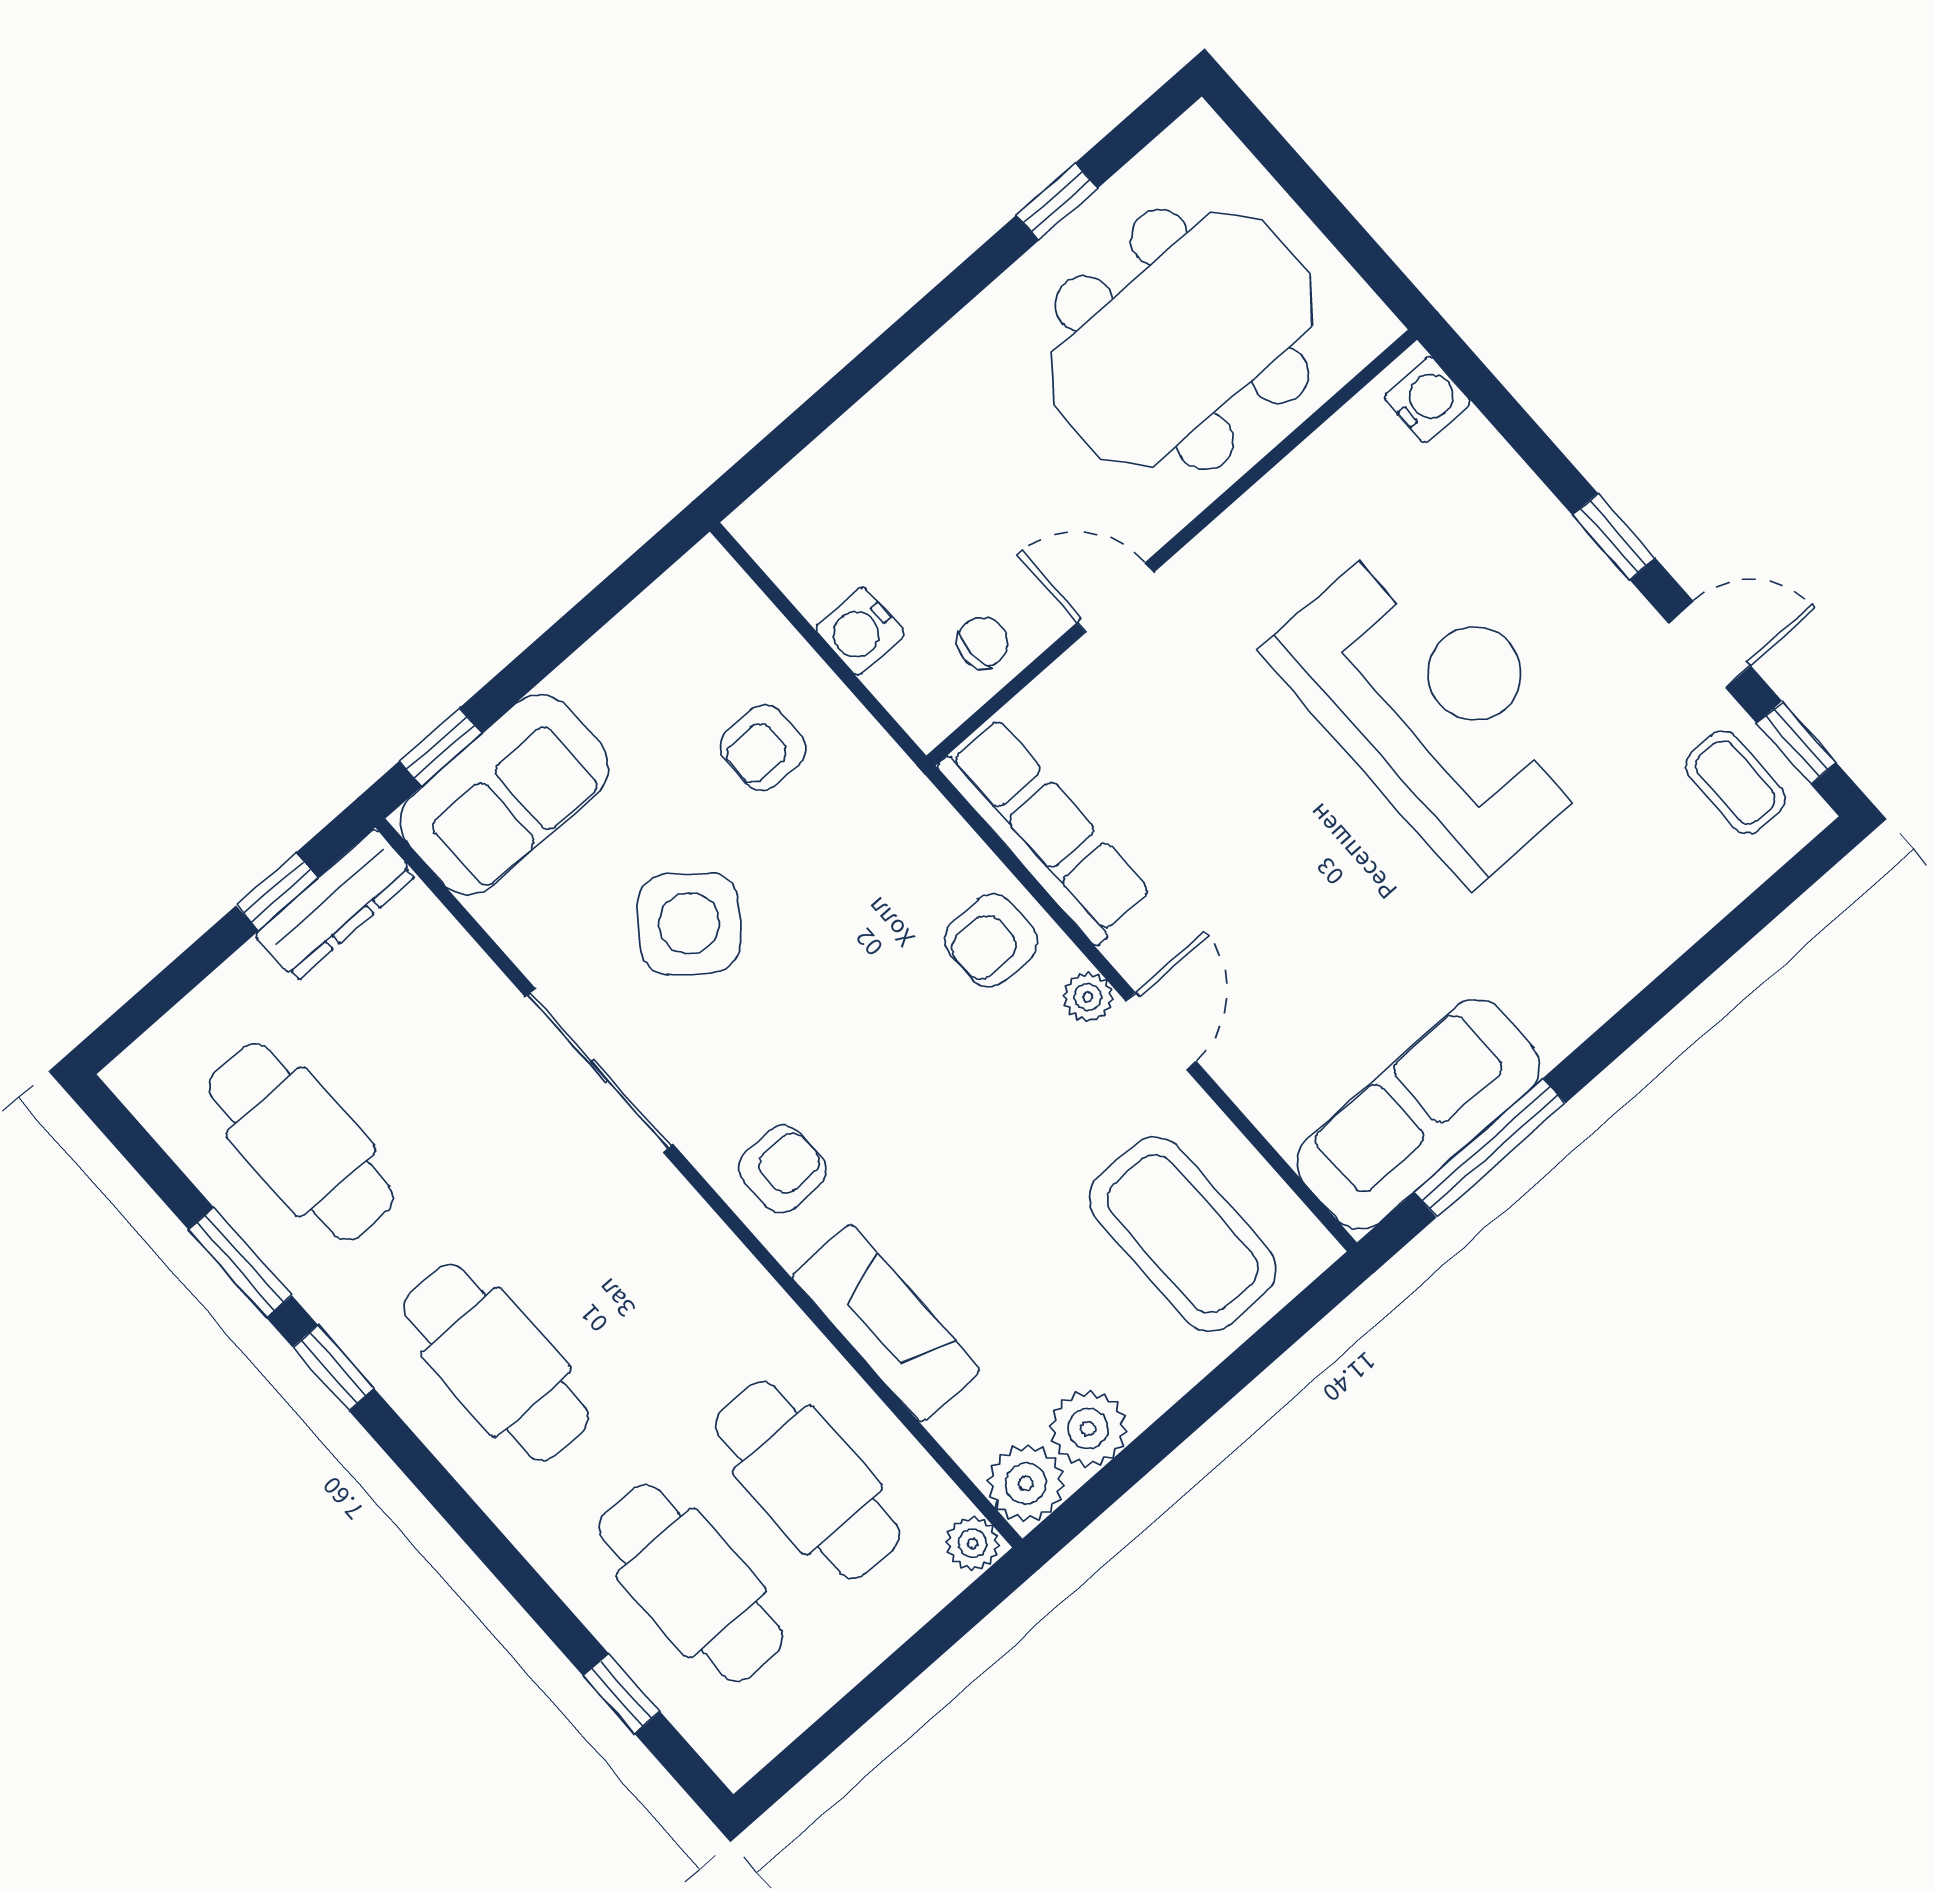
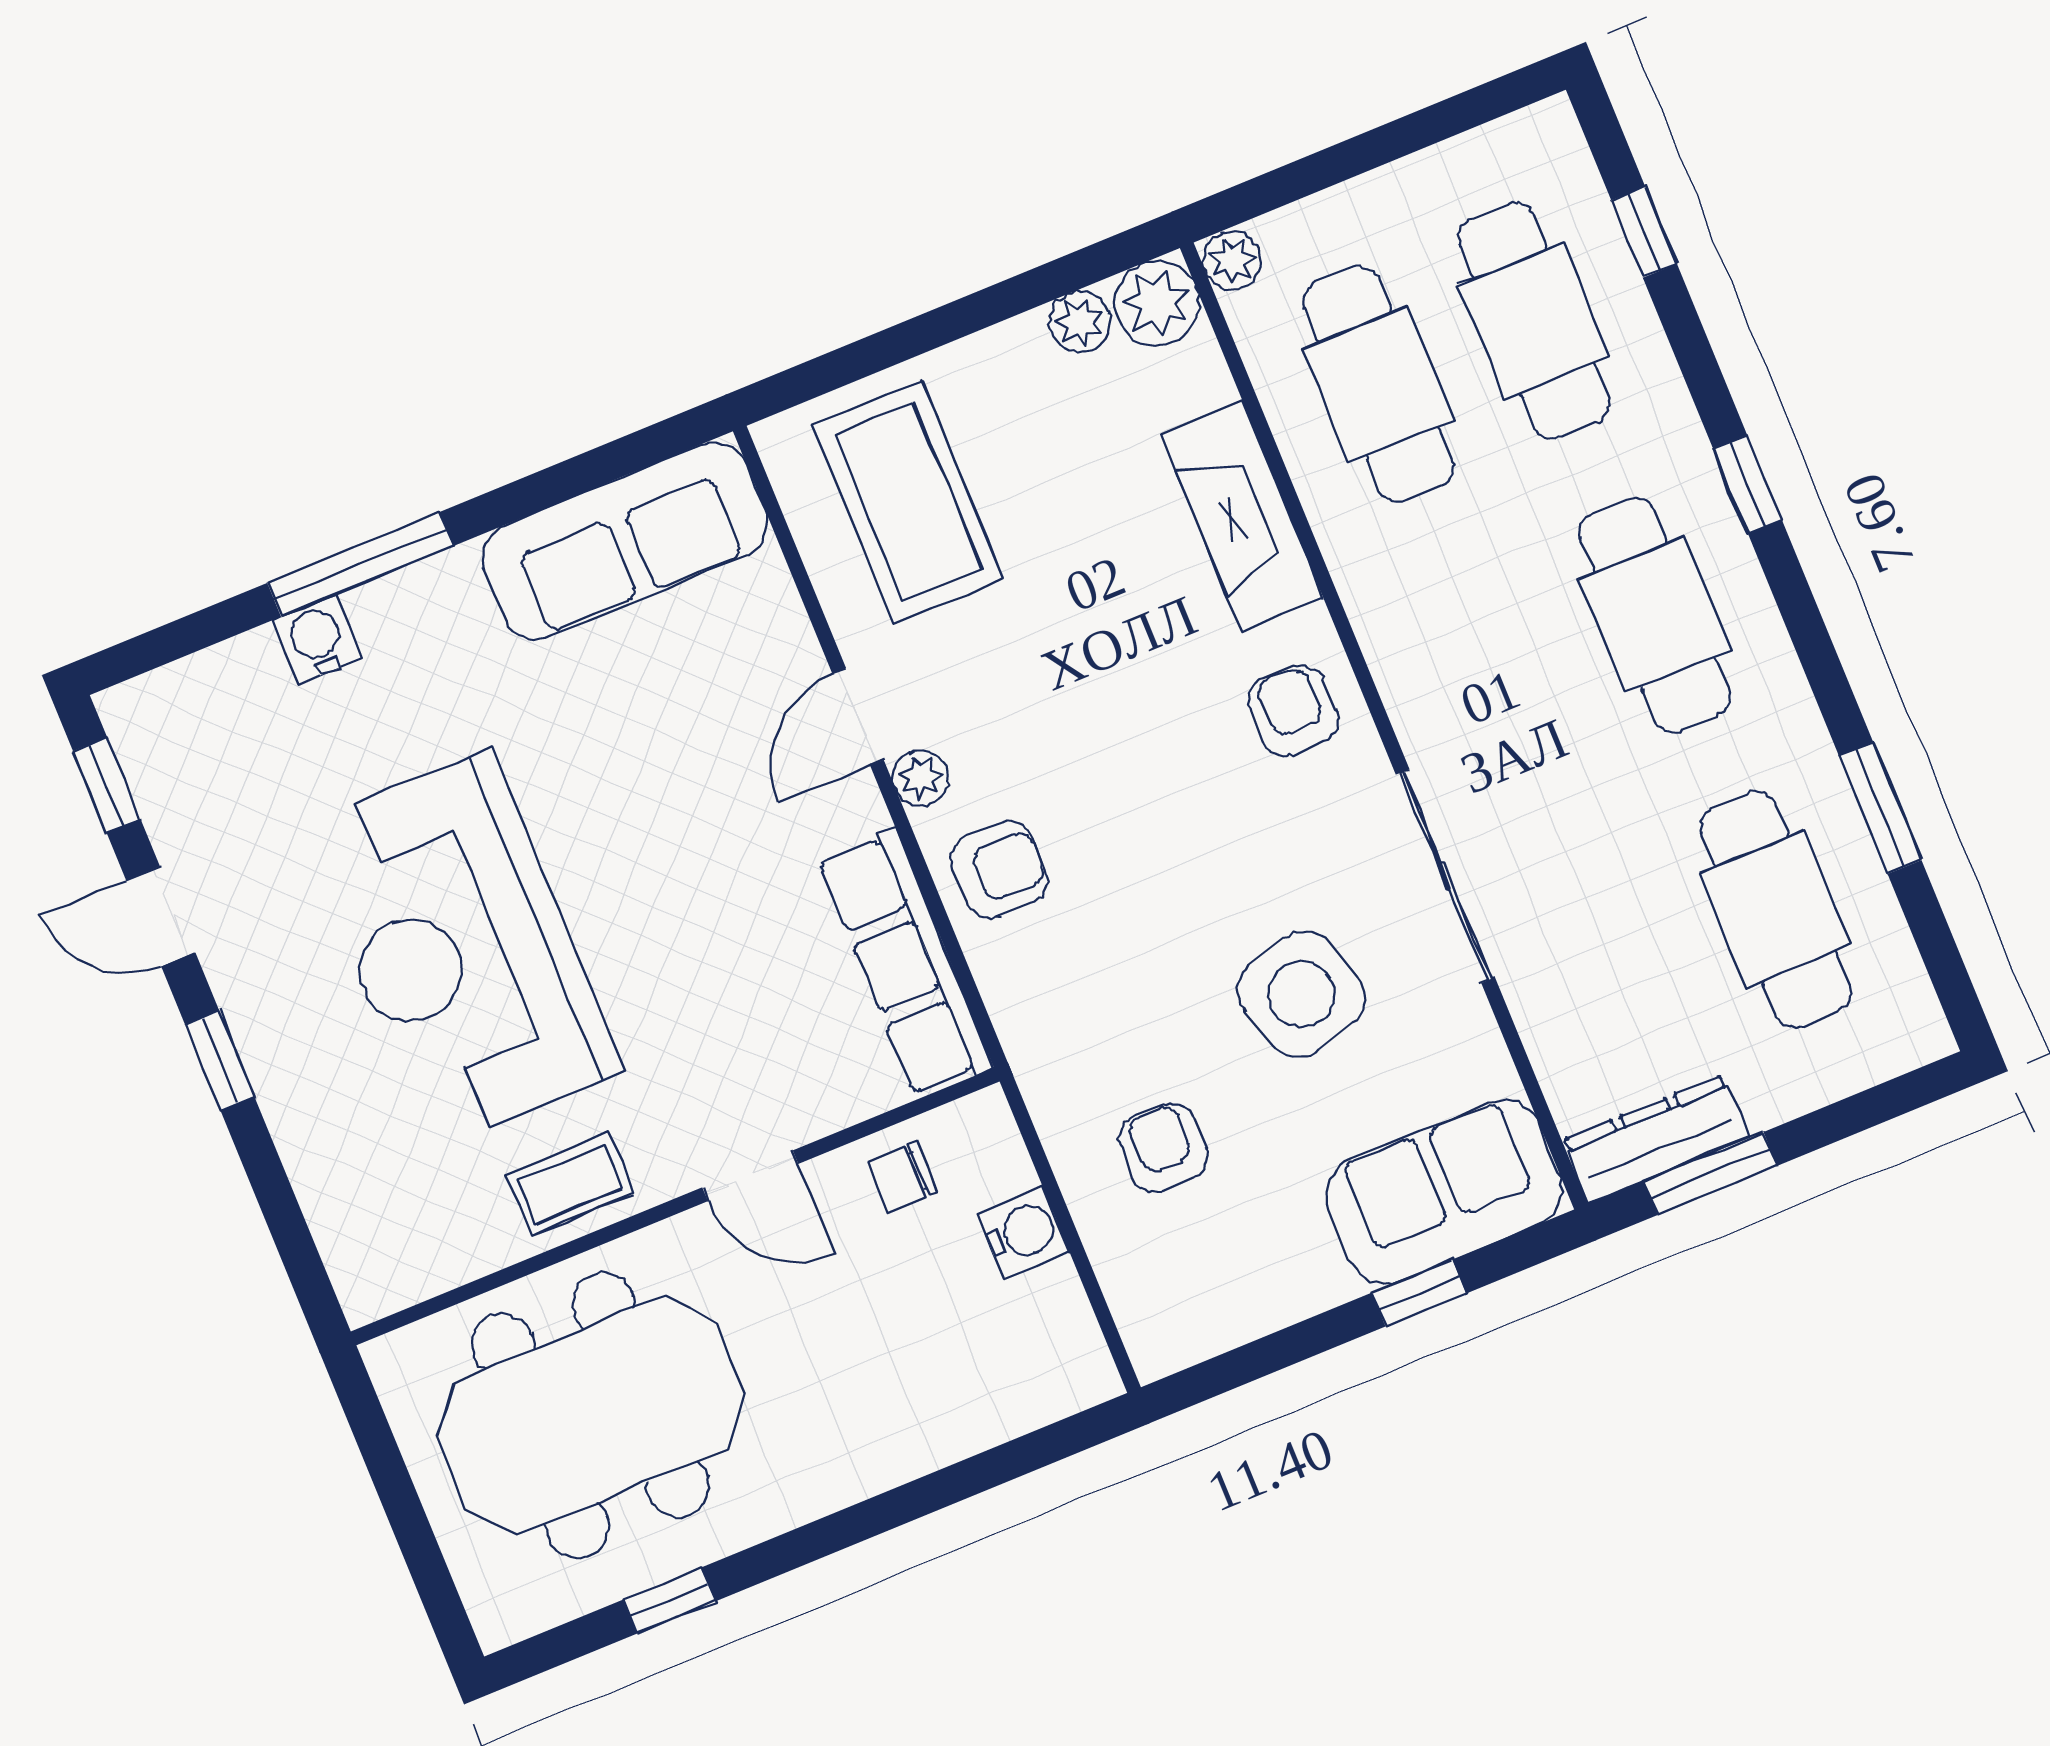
water cooler: (1427, 399) -> (317, 639), moved, turned 90
window: (441, 747) -> (1419, 1293), moved
armchair: (763, 747) -> (1163, 1148), turned -90
coffee table: (1735, 782) -> (570, 1184), moved, turned 90
window: (277, 892) -> (1711, 1173), width x1.50
side table: (689, 924) -> (1302, 994), turned 34
window: (1490, 1148) -> (360, 564), moved
armchair: (782, 1169) -> (1293, 711), turned 90
window: (333, 1368) -> (1748, 485), moved
plant: (1088, 1428) -> (1080, 322), width x0.73, depth x0.73

